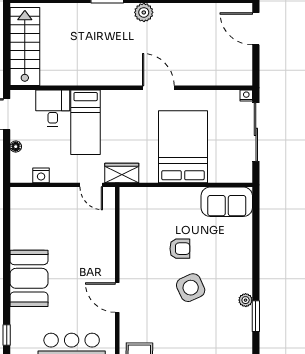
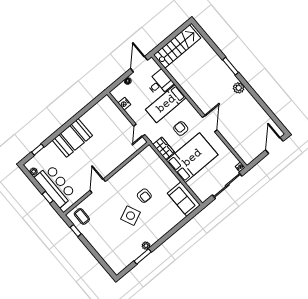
armchair: (133, 130) -> (181, 129), added
wardrobe: (122, 173) -> (164, 148), moved

